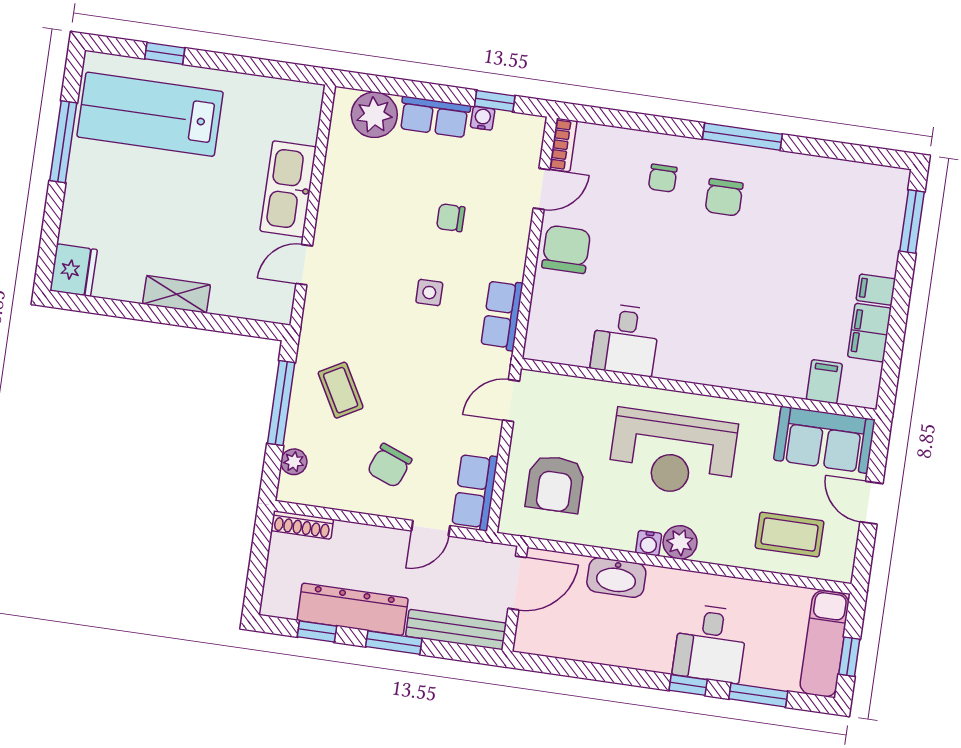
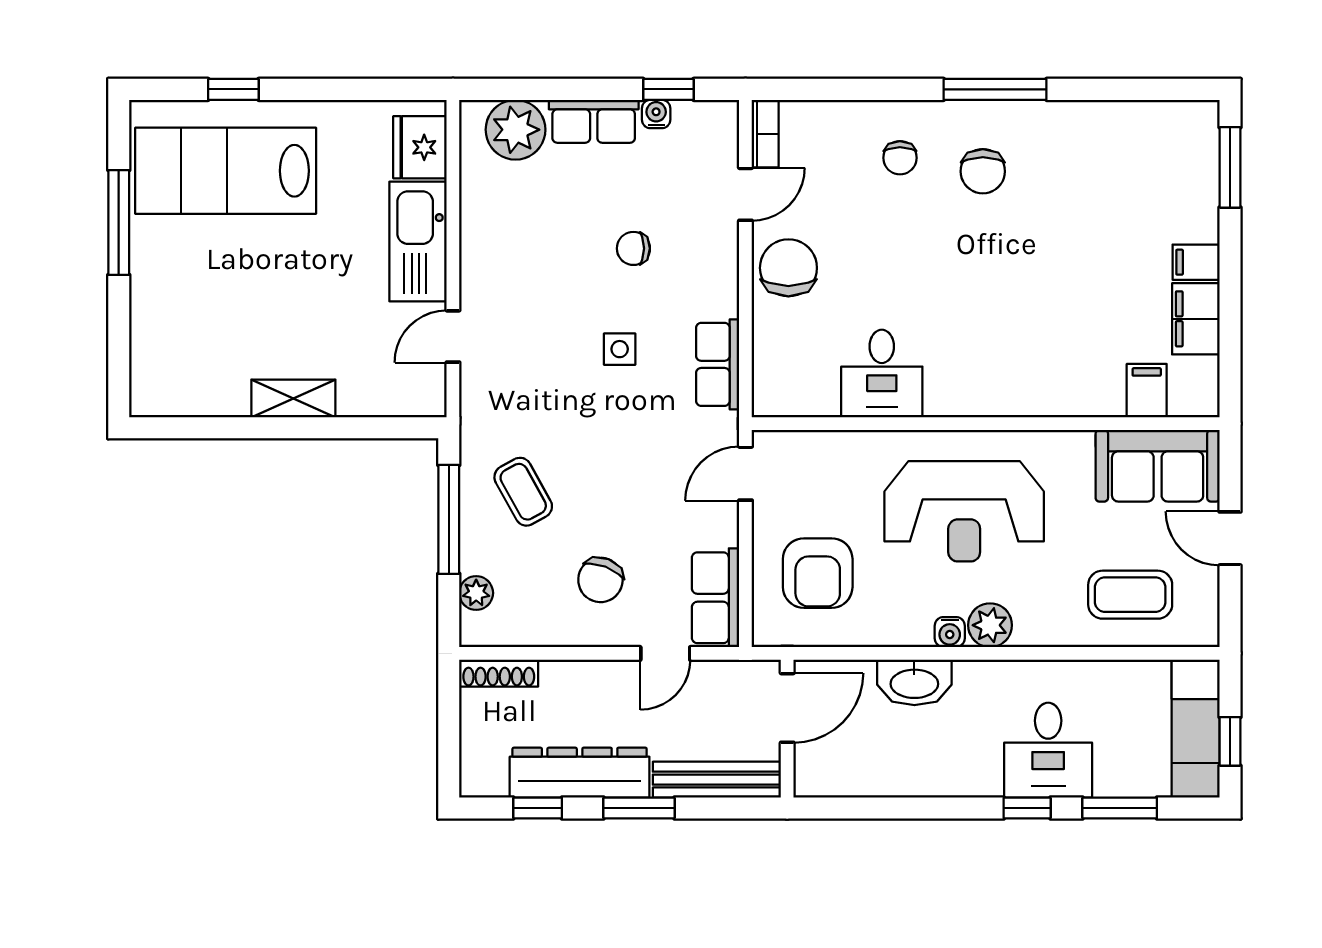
fridge: (74, 270) -> (420, 147), moved, turned 180

